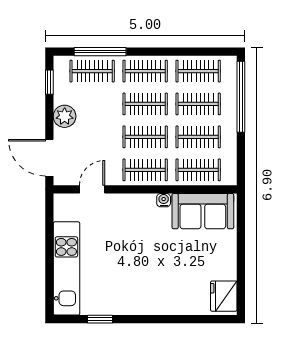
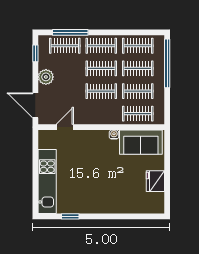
clothes rail: (145, 170) -> (101, 114), removed
fridge: (224, 296) -> (155, 181), moved

